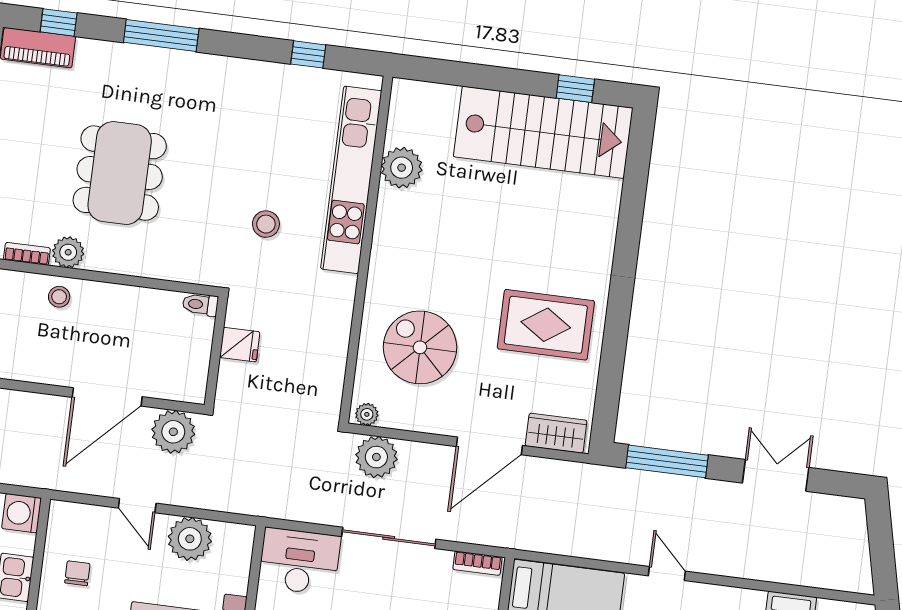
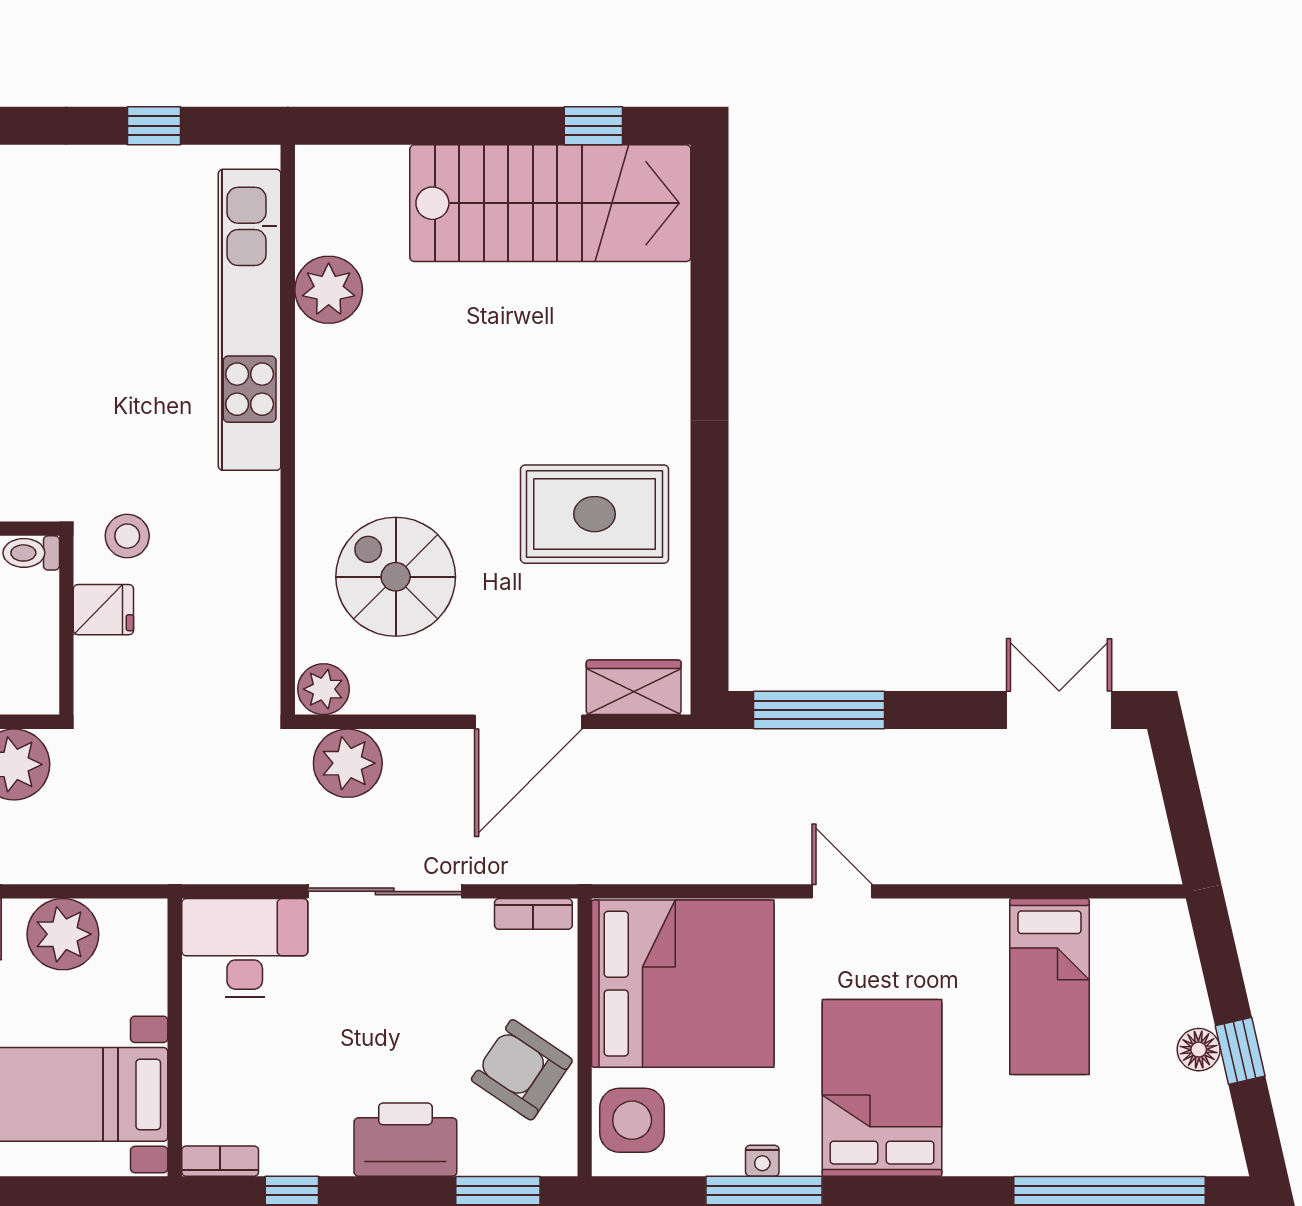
stool: (266, 224) -> (127, 536), moved
plant: (367, 414) -> (324, 689), width x1.38, depth x1.38
double door: (776, 475) -> (1059, 710), moved

